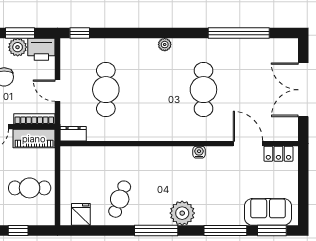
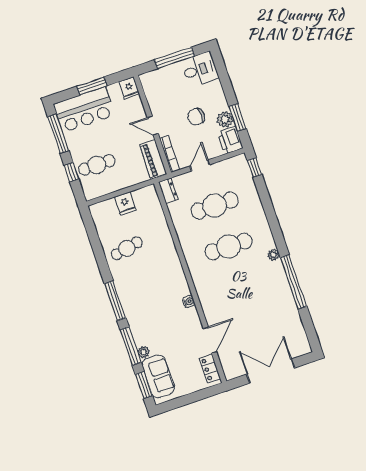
window: (239, 33) -> (294, 282), moved
plant: (165, 45) -> (273, 255), moved
cafe table: (203, 90) -> (229, 246), moved
cafe table: (30, 188) -> (97, 165), moved, turned 90
cafe table: (120, 199) -> (127, 248), turned -32
plant: (182, 213) -> (144, 352), moved, width x0.53, depth x0.53
fridge: (81, 214) -> (125, 203), moved, turned 90
window: (156, 231) -> (115, 301), moved

